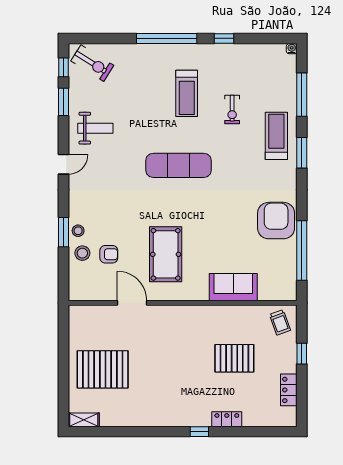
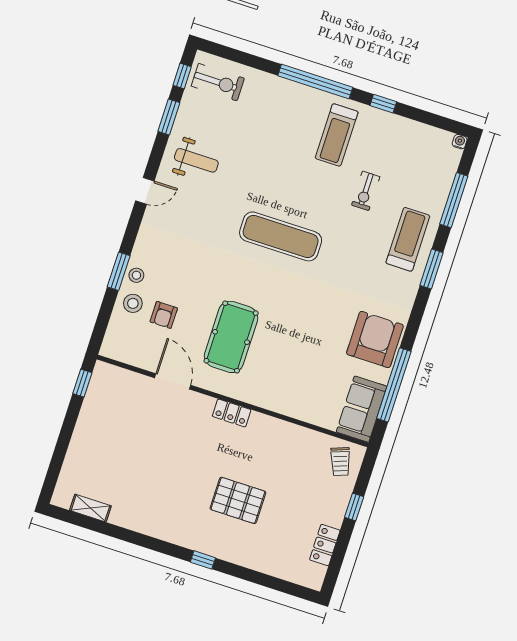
exercise bike: (92, 63) -> (218, 82), turned -32
treadmill: (187, 93) -> (337, 135), moved
armchair: (109, 254) -> (164, 315), turned 90
sofa: (233, 287) -> (362, 409), moved, turned -90
window: (64, 327) -> (82, 383), added
pallet: (234, 358) -> (238, 500), moved
pallet: (103, 369) -> (112, 449), removed
locker: (227, 419) -> (232, 413), moved, turned 180
shelving: (84, 420) -> (90, 508), moved

